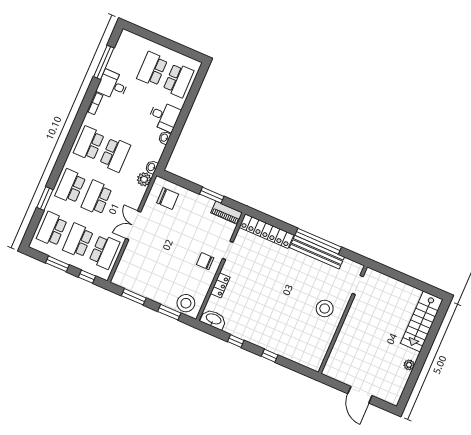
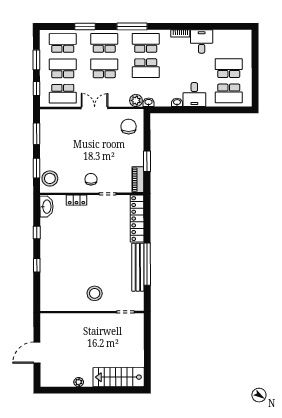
window: (104, 62) -> (132, 26), moved
chair: (168, 199) -> (129, 127), turned 180

